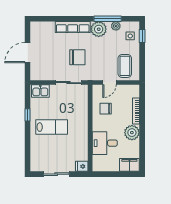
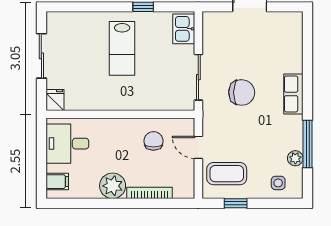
row of seats: (73, 27) -> (293, 94), width x0.68
plant: (99, 29) -> (290, 129), removed
window: (142, 36) -> (236, 203), moved
chair: (77, 57) -> (242, 92), turned -89
desk: (105, 143) -> (67, 144), moved, turned -90
filing cabinet: (129, 165) -> (57, 182), width x0.50

